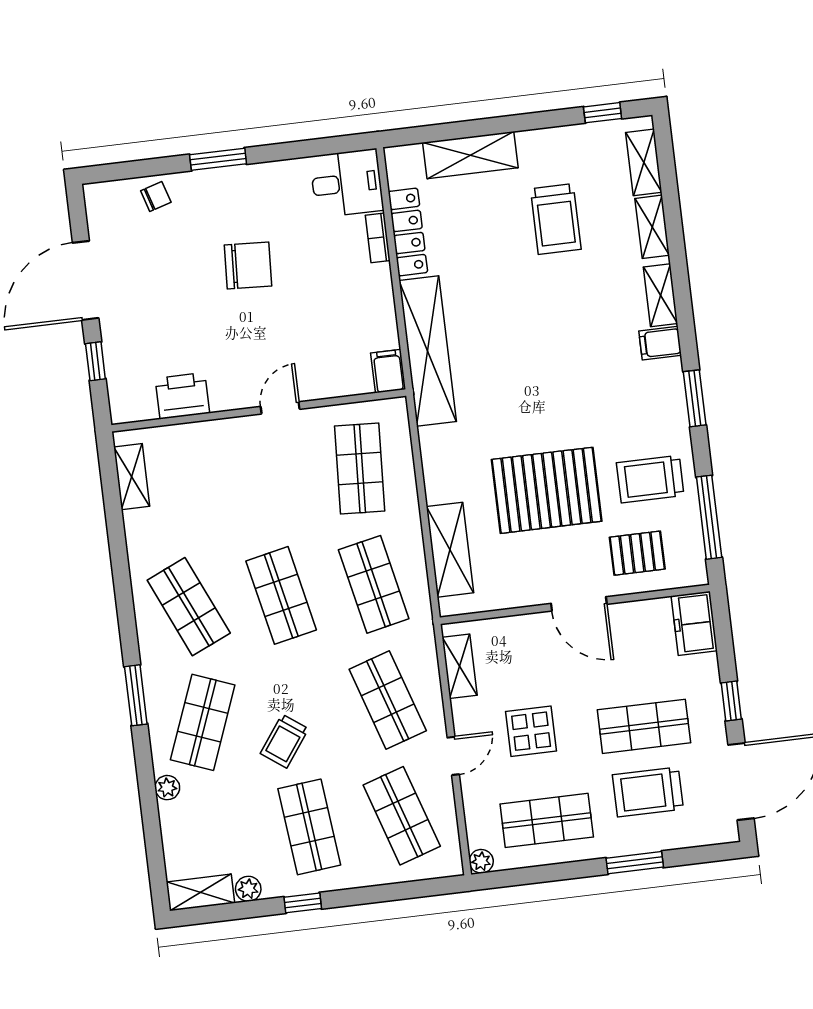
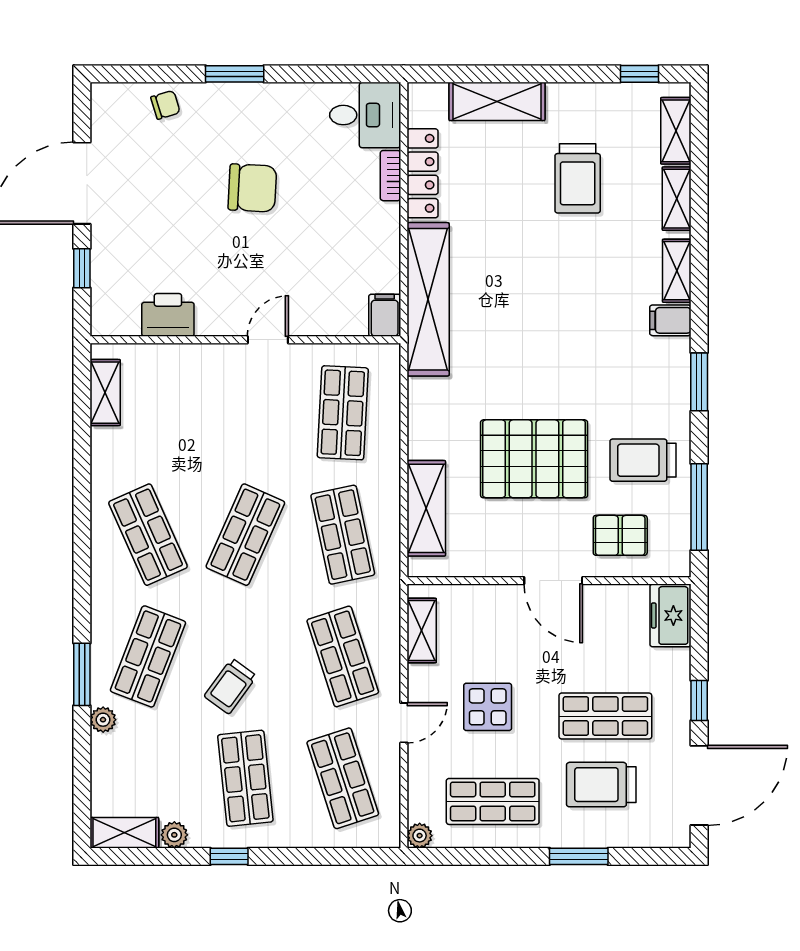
shop shelf: (281, 595) -> (245, 535), turned 36
window: (136, 695) -> (82, 674), moved

